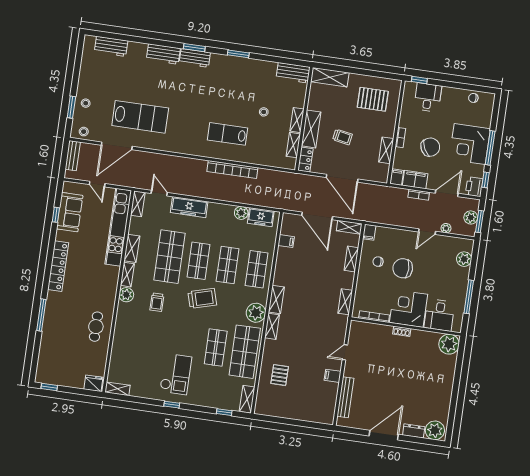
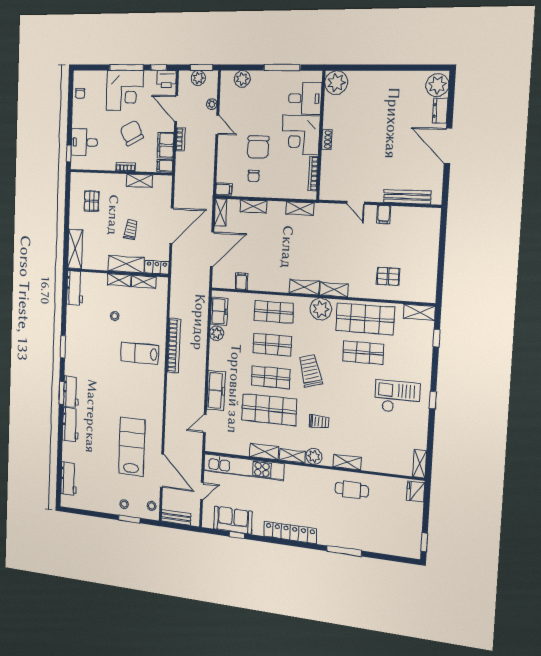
pallet: (373, 99) -> (92, 201), width x0.67, depth x0.71
lab bench: (227, 134) -> (140, 353), turned 90
shelving: (138, 204) -> (347, 462), moved

